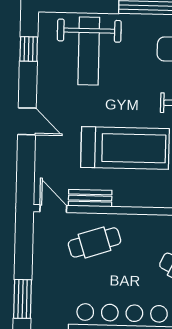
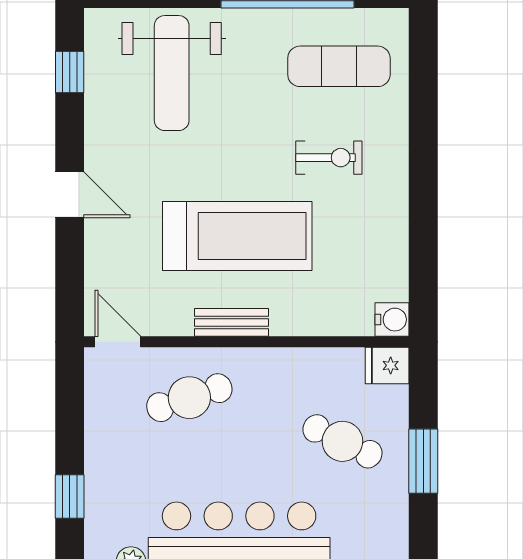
bench: (90, 198) -> (231, 322), moved
window: (23, 299) -> (70, 496), width x0.67

